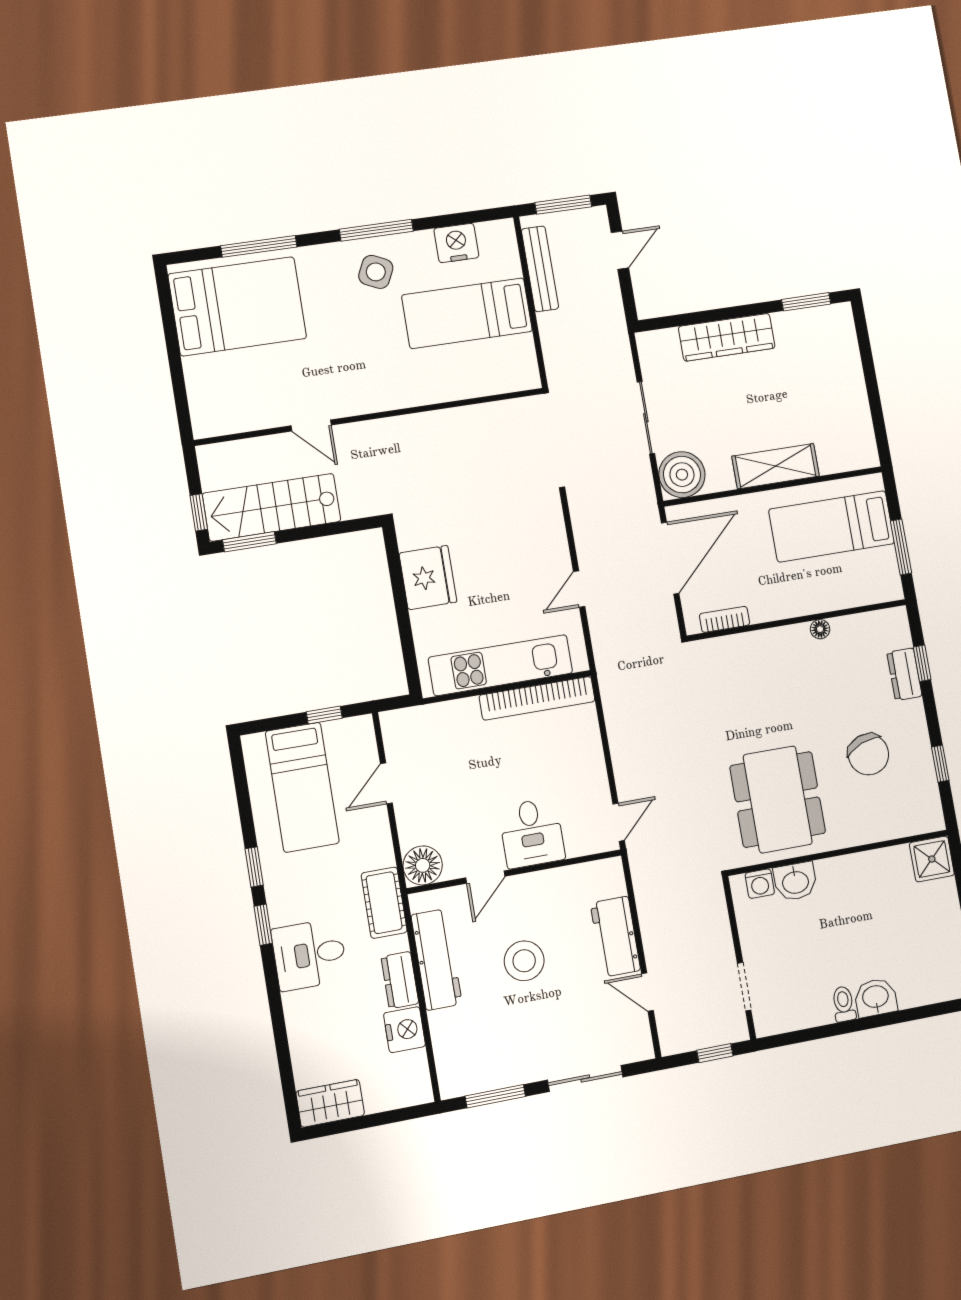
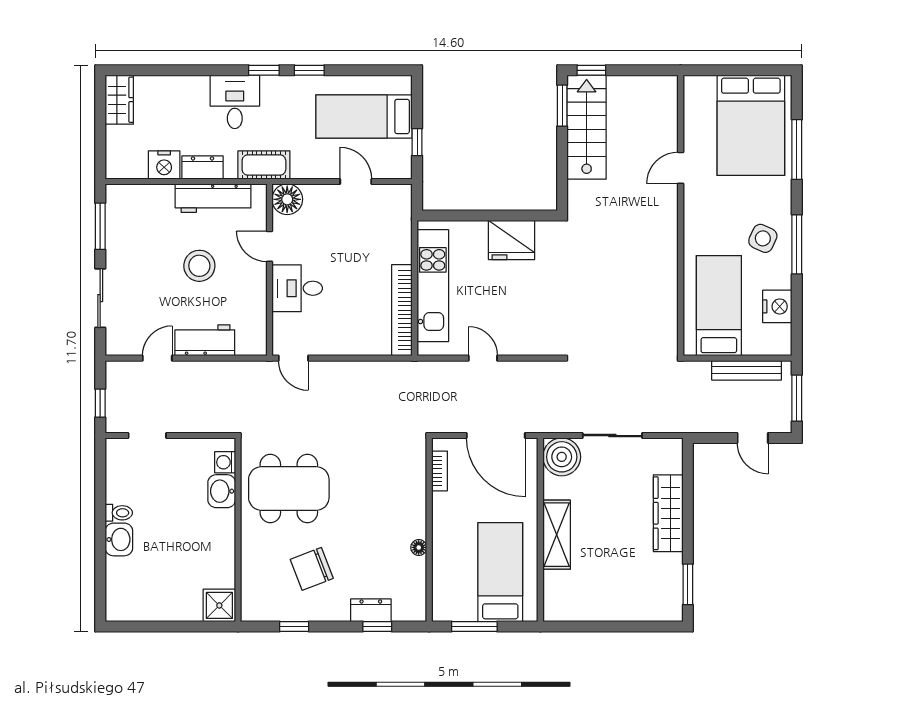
wall: (370, 417) -> (681, 215), moved
door: (311, 425) -> (681, 168), moved

